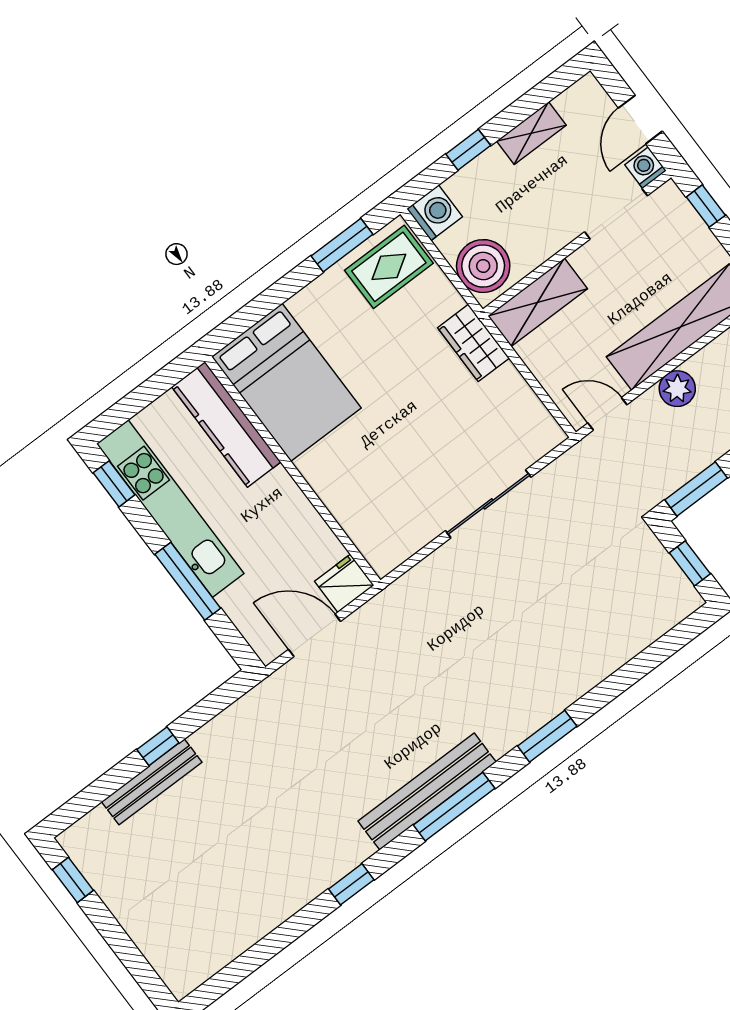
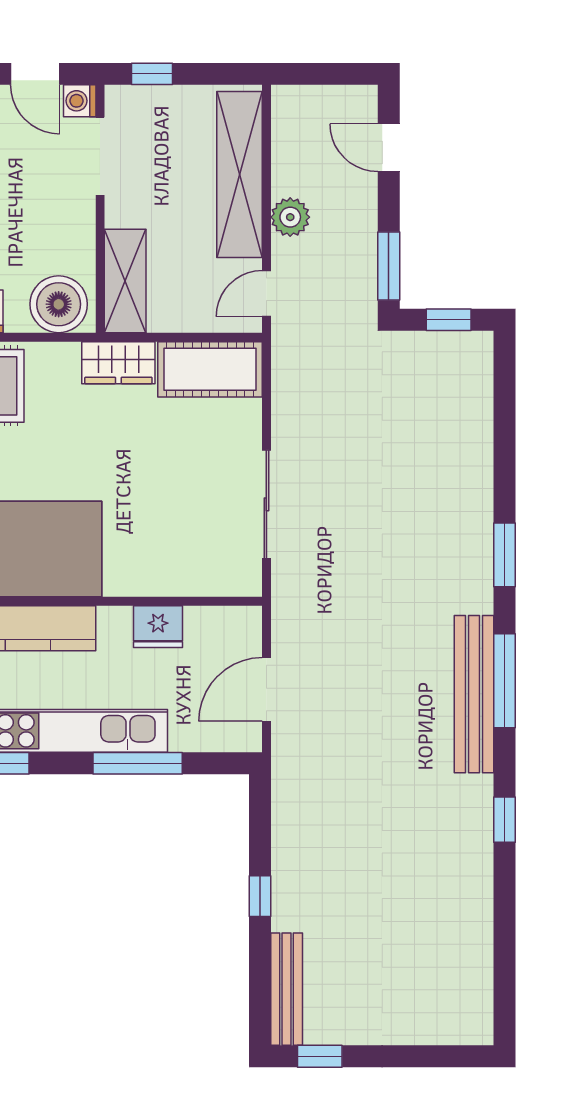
cot: (520, 414) -> (210, 369), added
sliding door: (488, 504) -> (266, 504), moved
fridge: (344, 583) -> (158, 627), moved, turned -90
bench: (152, 782) -> (287, 989), moved

